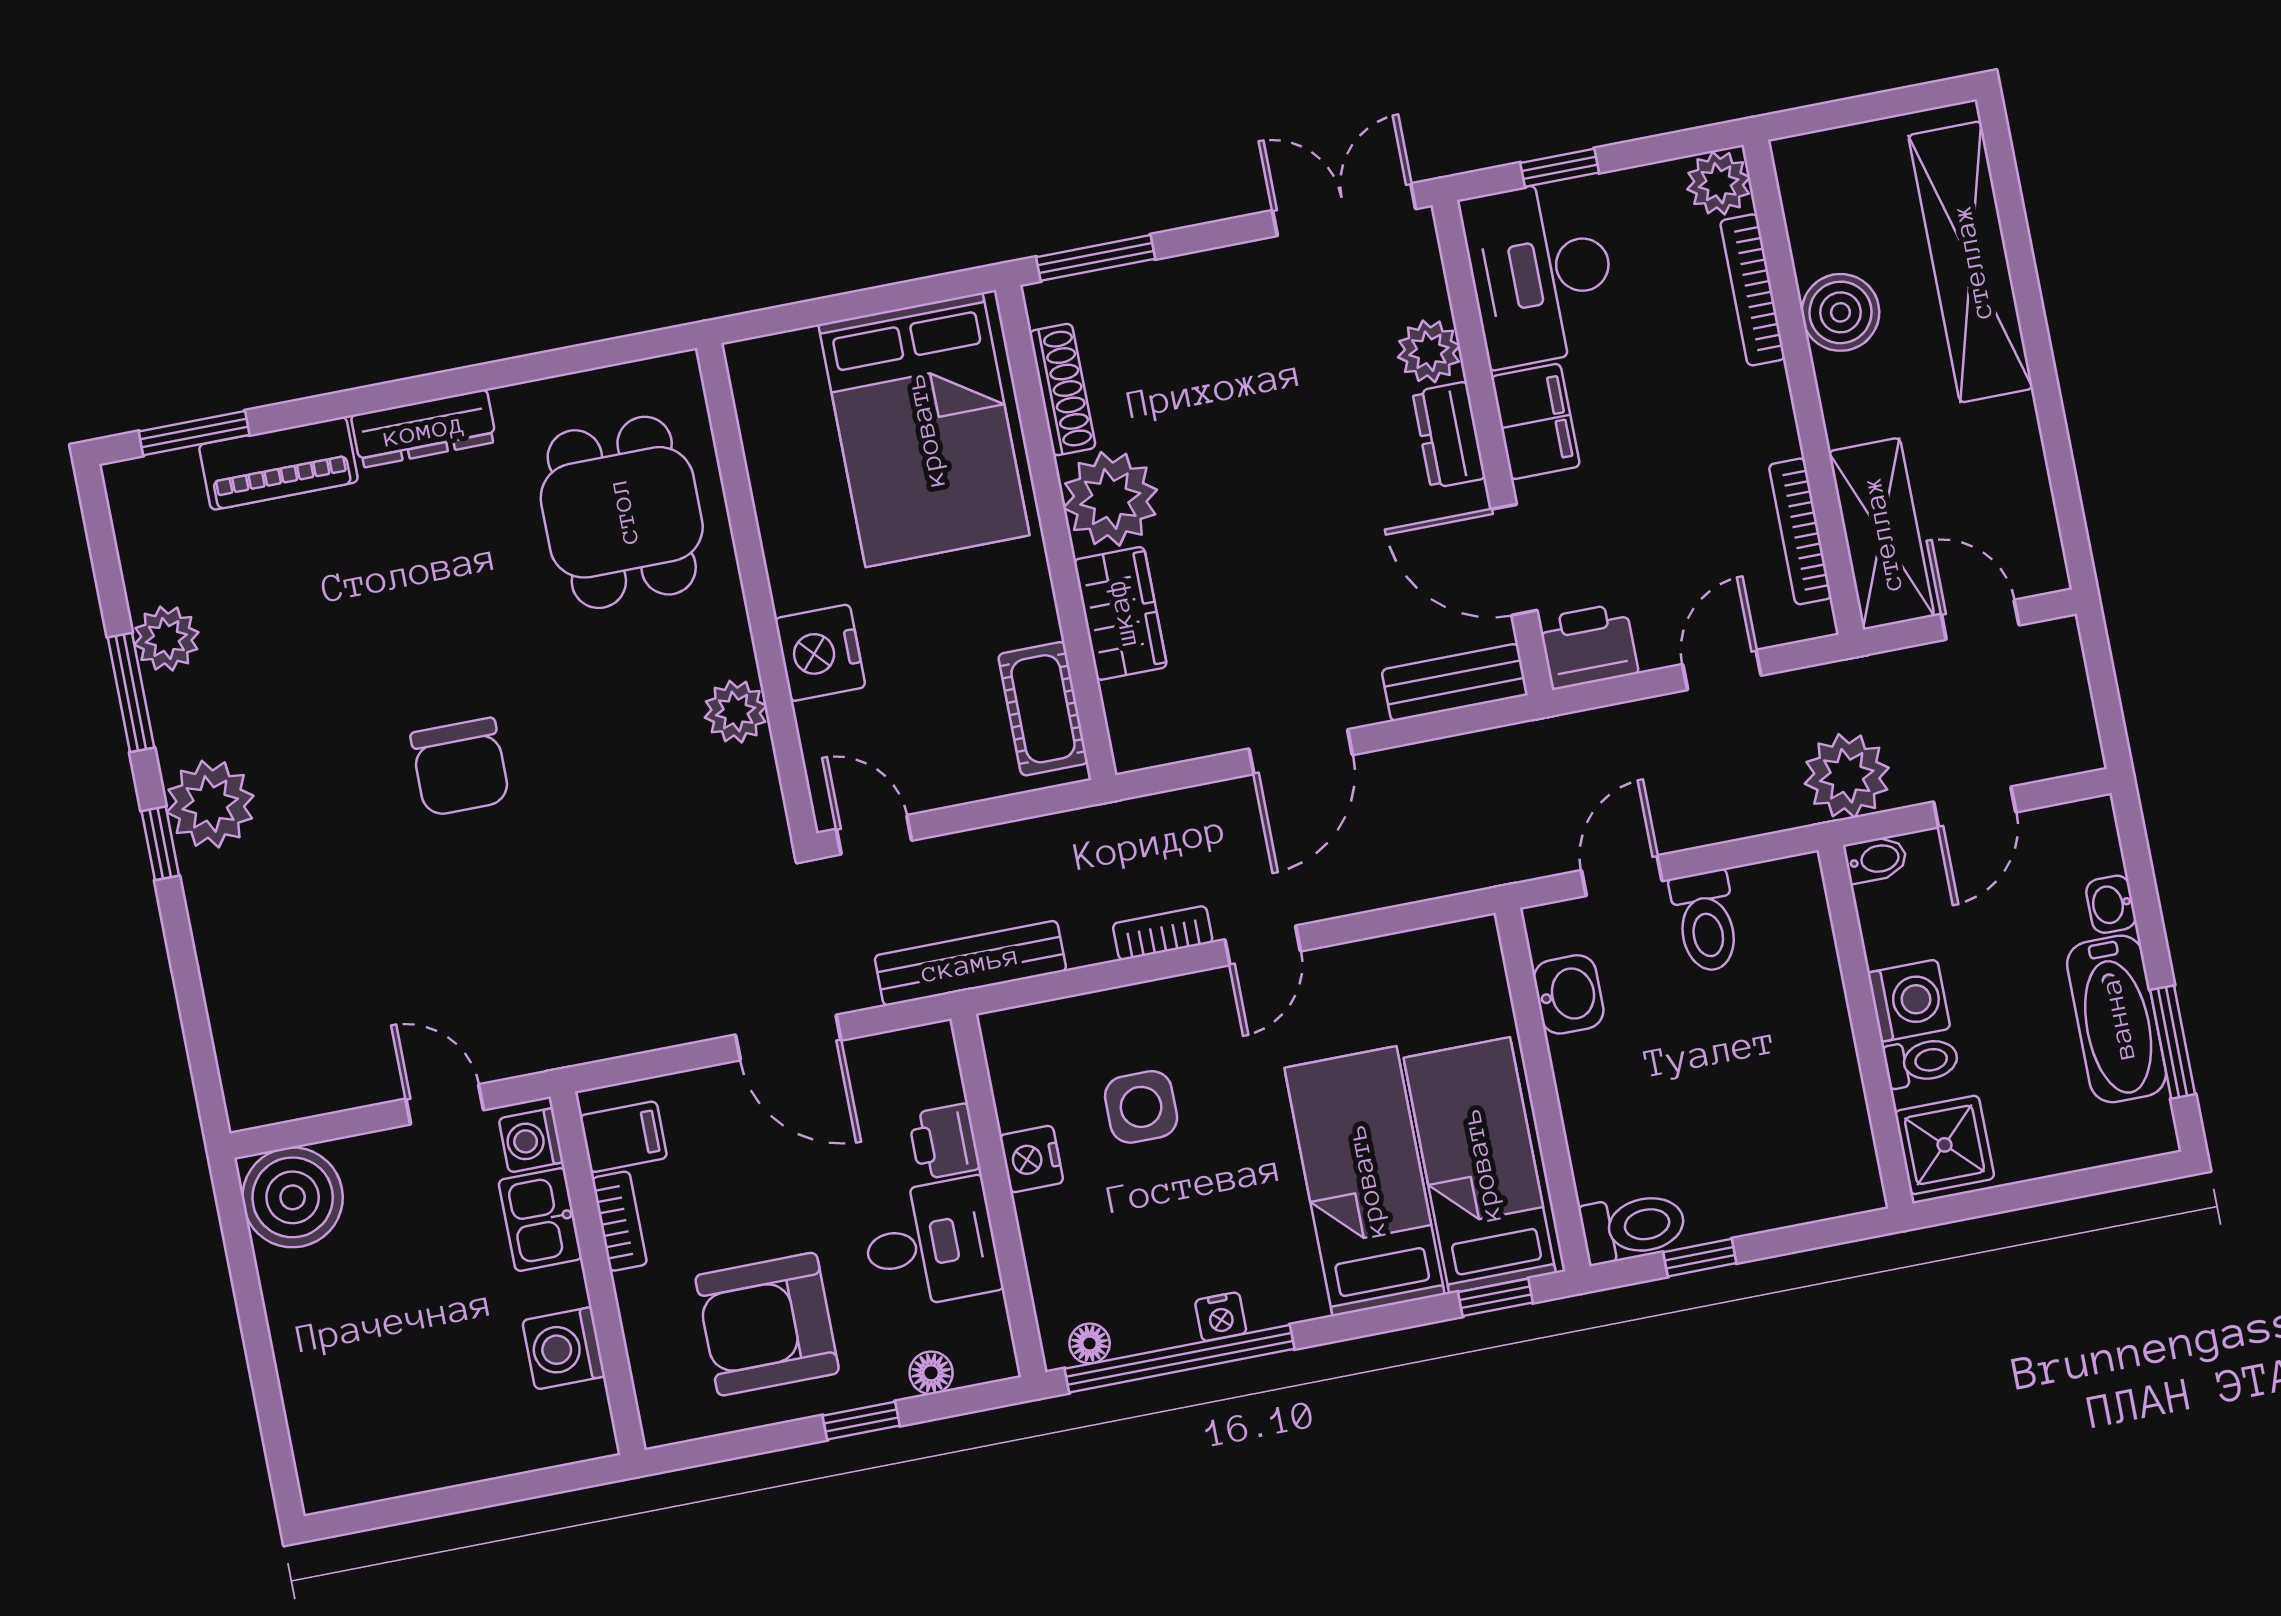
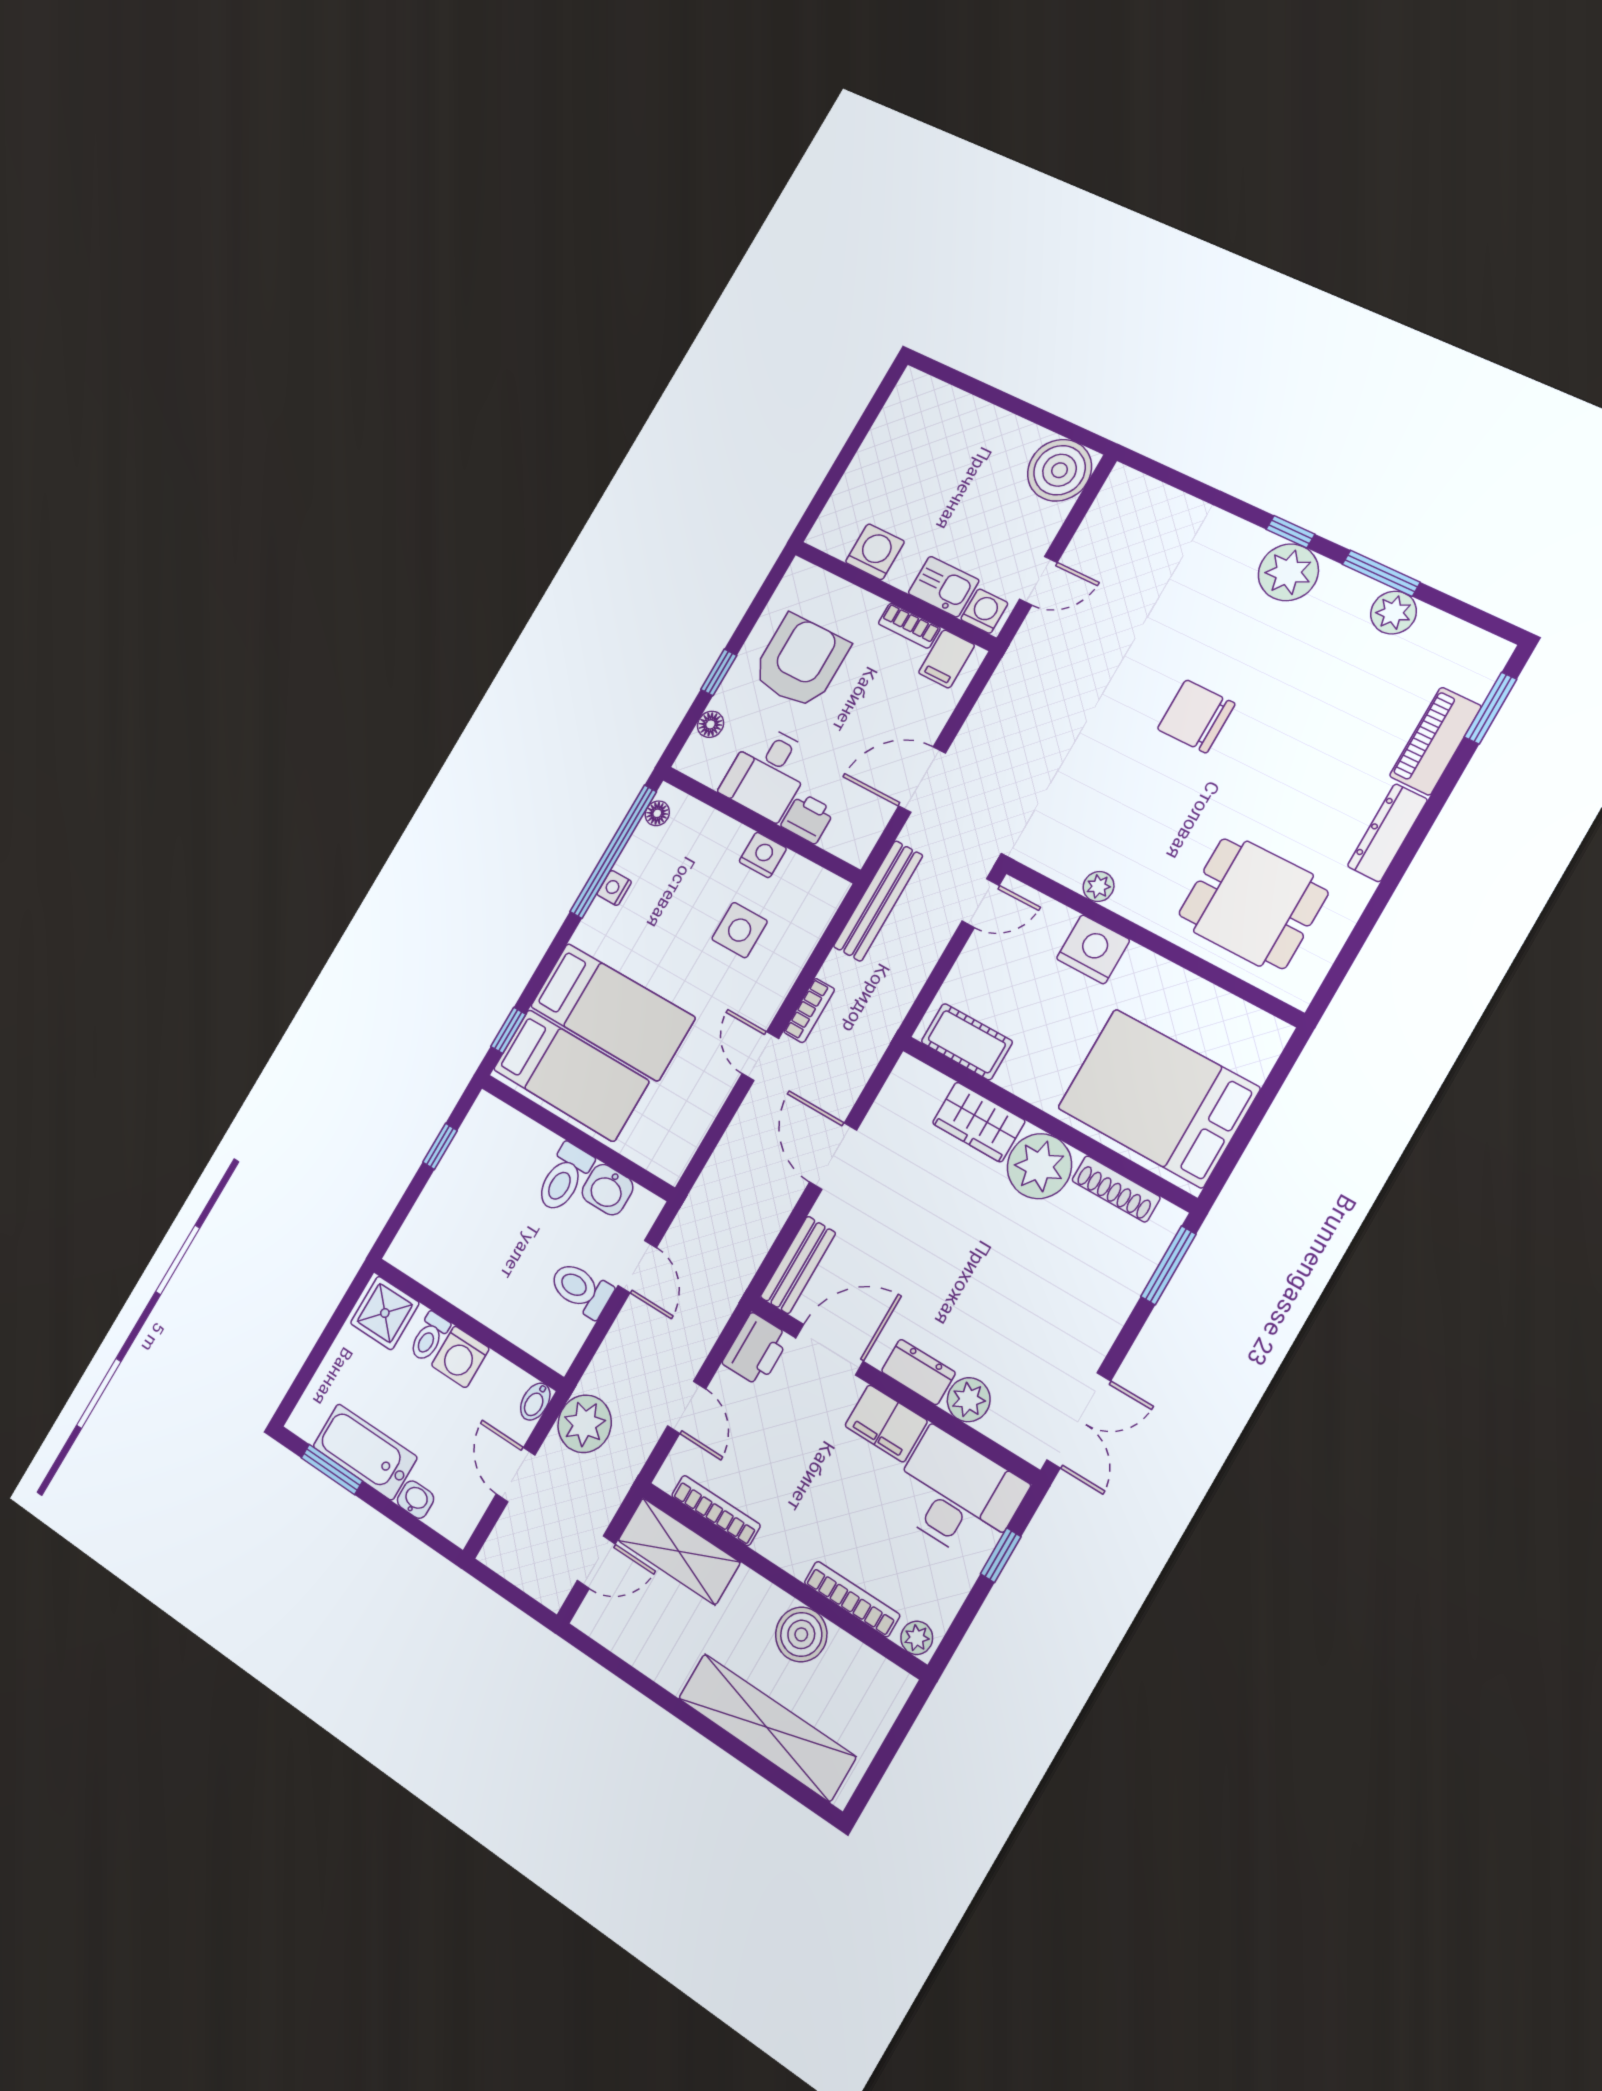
plant: (1719, 183) -> (917, 1638), width x0.73, depth x0.73
plant: (736, 712) -> (1099, 887), width x0.73, depth x0.73
toilet: (1633, 1227) -> (564, 1178), moved

